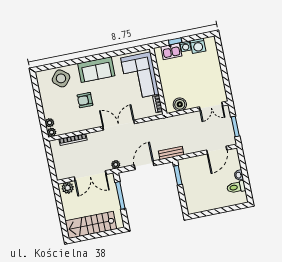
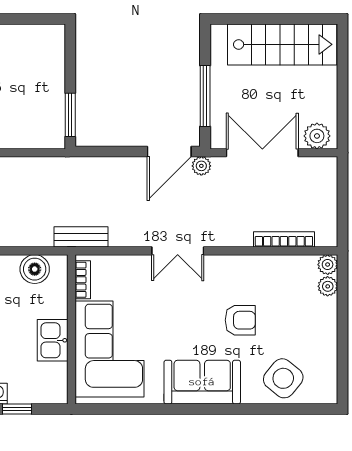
kitchen sink: (171, 51) -> (53, 340), moved, turned -90
double door: (119, 125) -> (178, 251), width x0.73
bench: (171, 153) -> (81, 237), moved
door: (144, 165) -> (169, 152), moved

